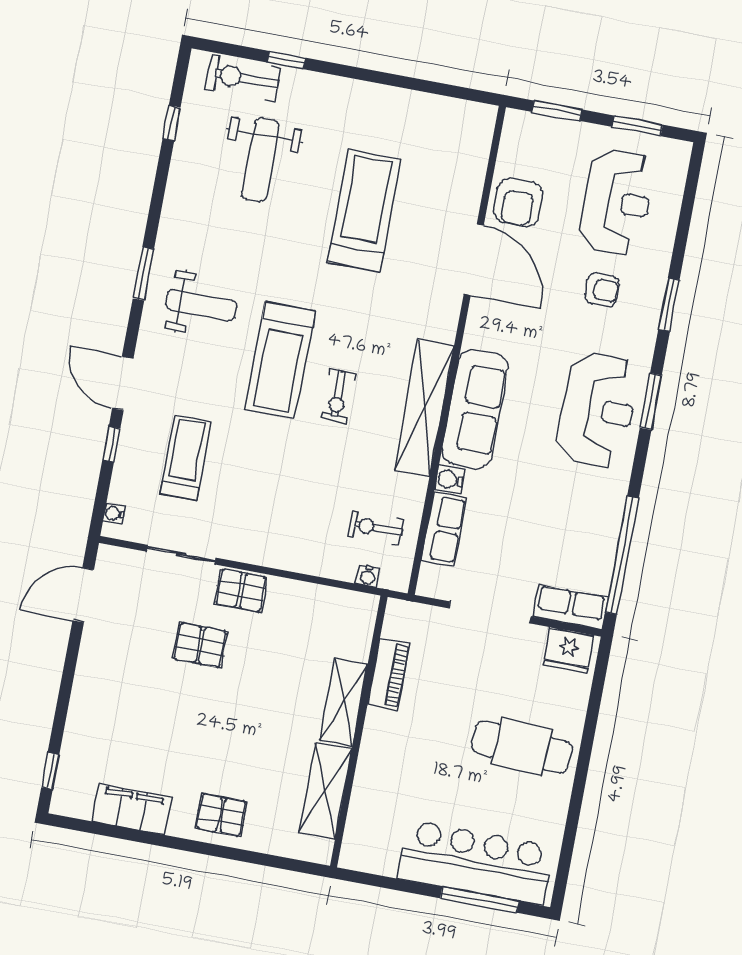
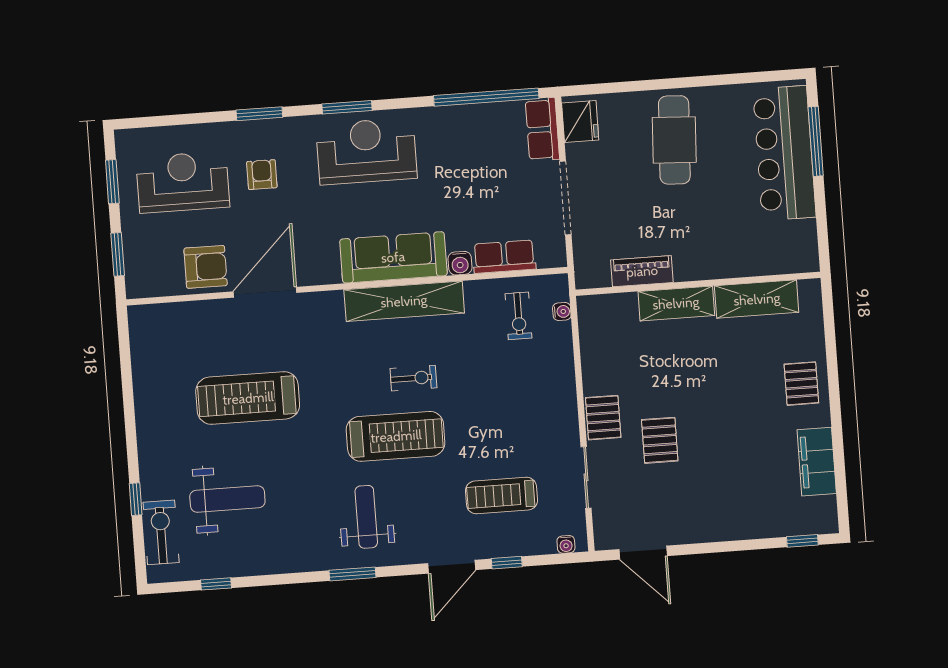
exercise bike: (243, 78) -> (161, 532), turned 180

